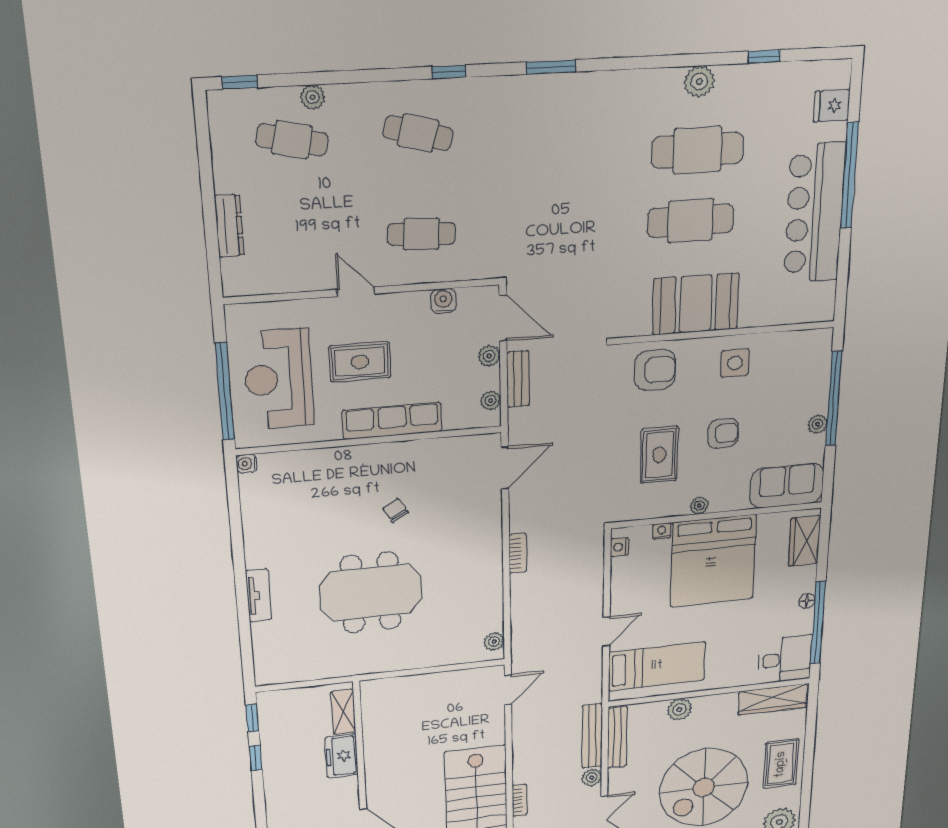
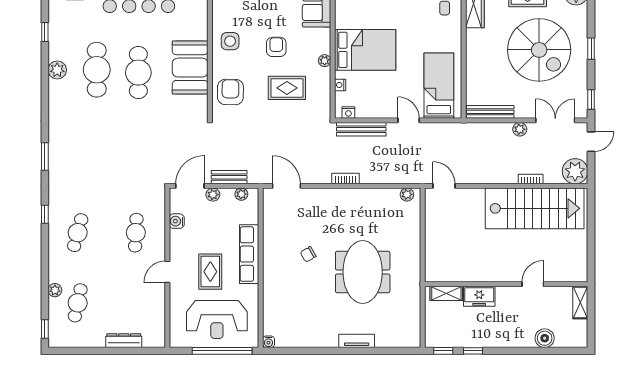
bed: (713, 561) -> (365, 50), width x0.73
plant: (679, 709) -> (474, 69), removed
bench: (592, 736) -> (361, 129), moved

